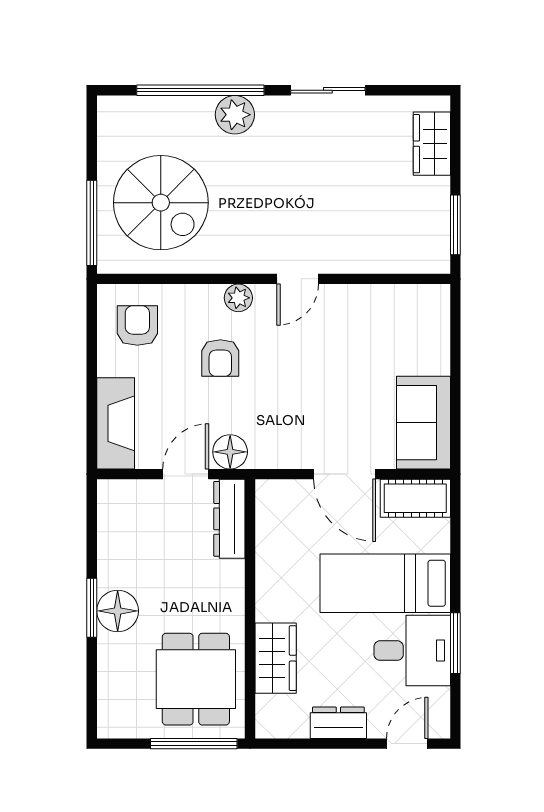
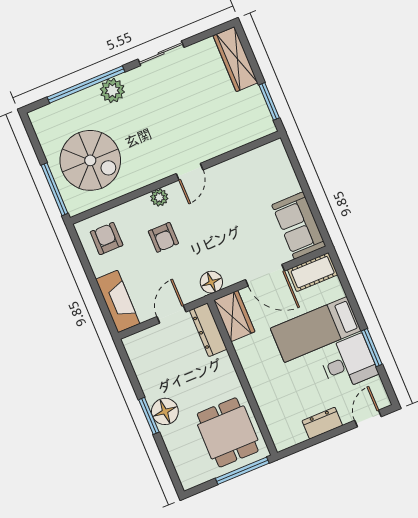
wardrobe: (432, 144) -> (235, 59), width x1.50
floor lamp: (230, 452) -> (211, 282), moved
wardrobe: (276, 658) -> (234, 316), moved

